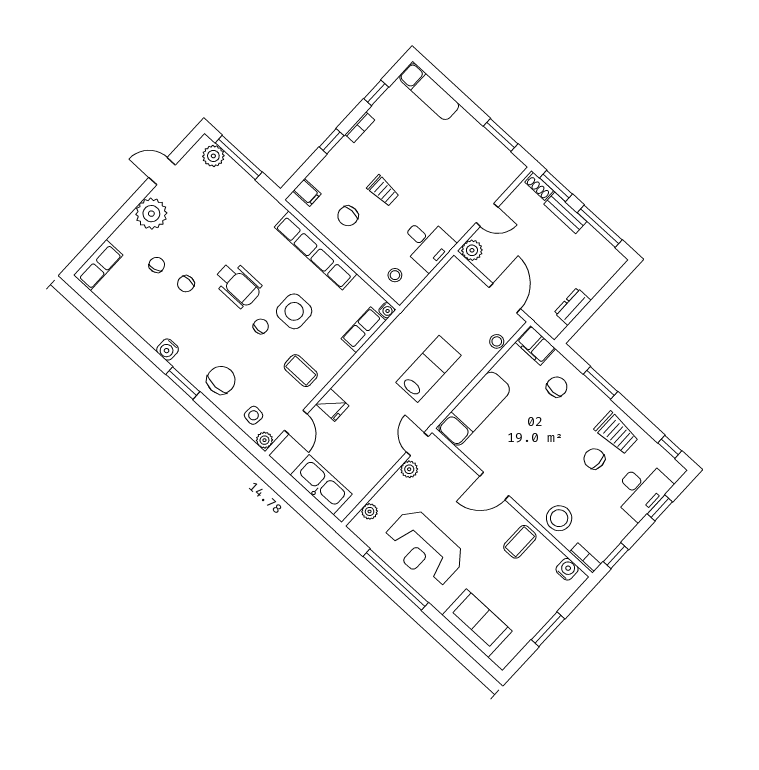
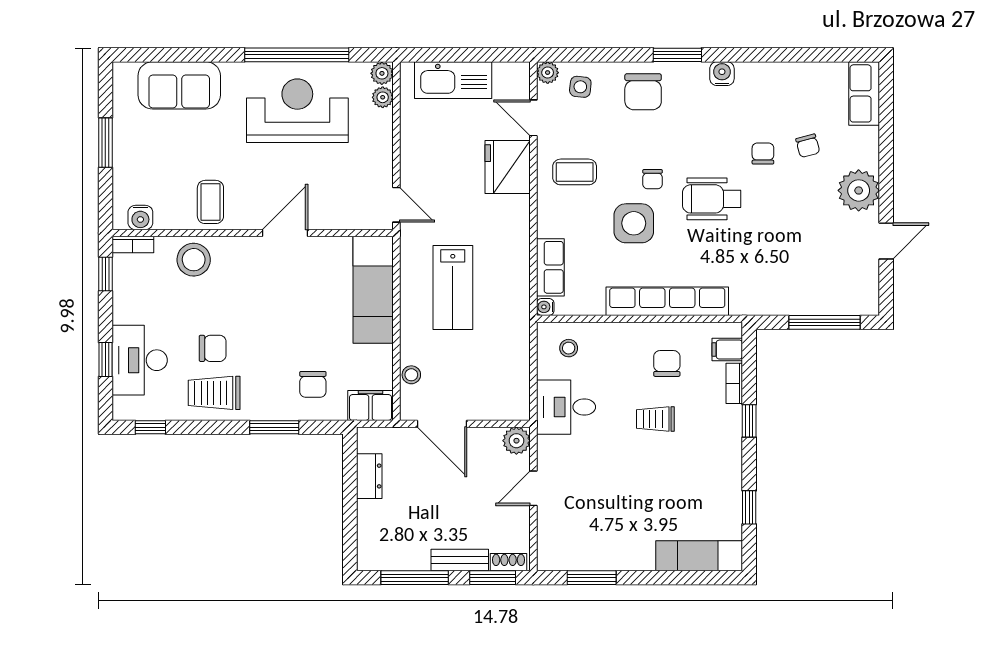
bookcase: (360, 127) -> (734, 383), moved
plant: (213, 156) -> (850, 301), removed
fridge: (332, 405) -> (508, 167), width x1.88, depth x1.34
plant: (409, 469) -> (382, 73), moved

